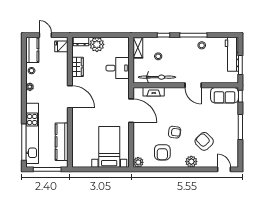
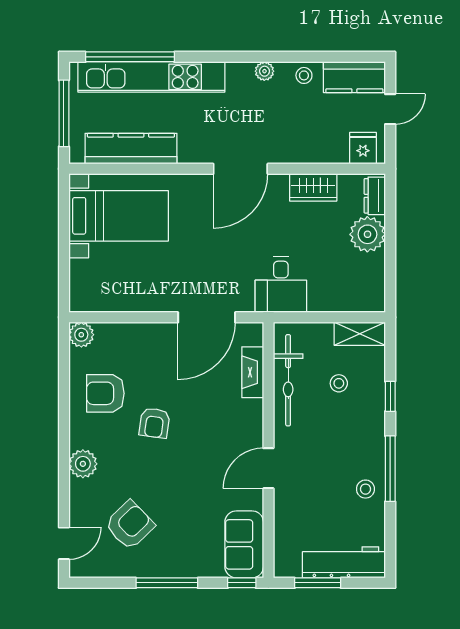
desk: (118, 68) -> (281, 285), moved
armchair: (204, 141) -> (130, 525), moved
bed with nightstands: (109, 147) -> (119, 216), moved

